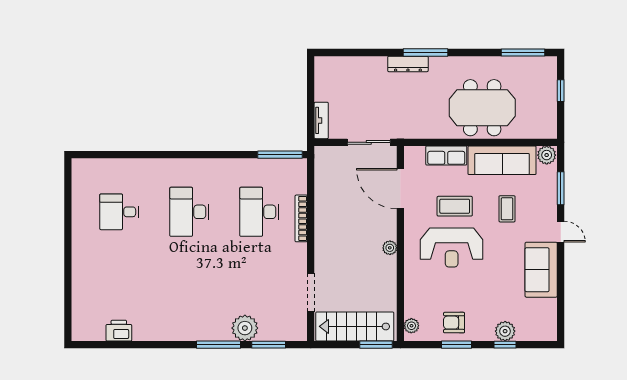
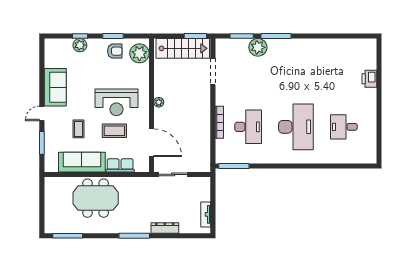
dresser: (408, 64) -> (165, 228), moved
window: (561, 91) -> (42, 210), removed
tv unit: (321, 120) -> (206, 214), moved
plant: (547, 155) -> (51, 166), removed
desk: (119, 212) -> (344, 127), turned 180
desk: (189, 212) -> (296, 127), width x1.36, depth x1.30
door: (561, 232) -> (42, 113), hinge flipped
reception desk: (452, 248) -> (116, 102), turned 180
plant: (411, 326) -> (139, 53), width x1.88, depth x1.88
printer: (119, 331) -> (369, 79), moved, turned 90
window: (376, 345) -> (195, 36), moved

